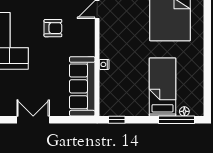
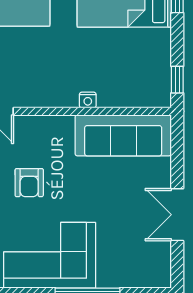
armchair: (53, 28) -> (29, 183), turned 180

